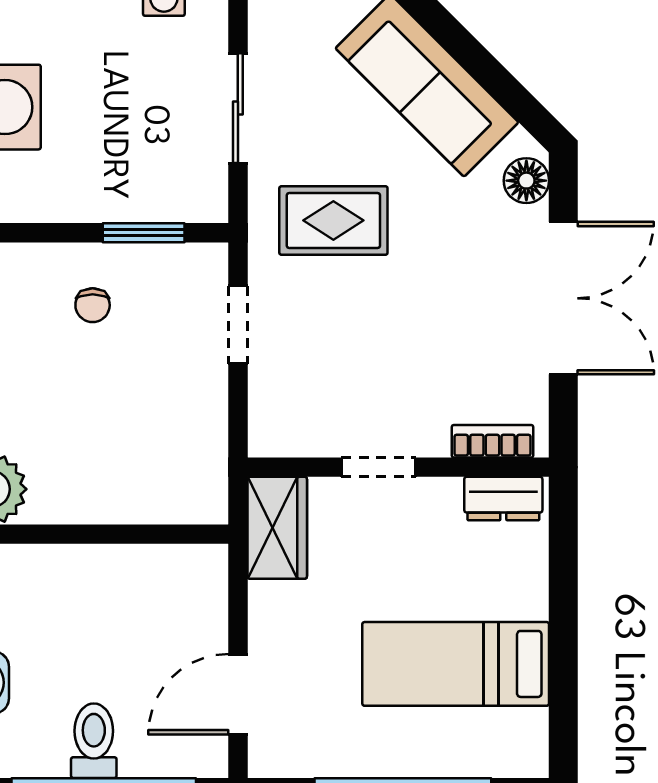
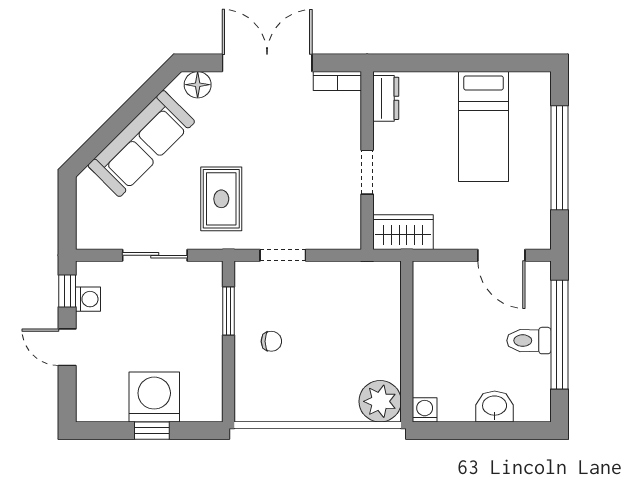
bookcase: (492, 441) -> (337, 81), moved, turned -90

